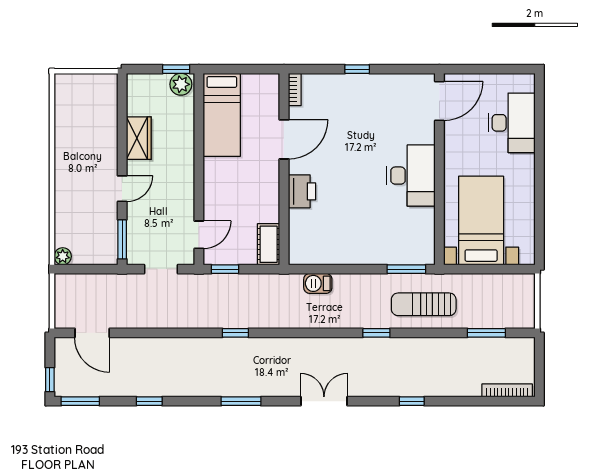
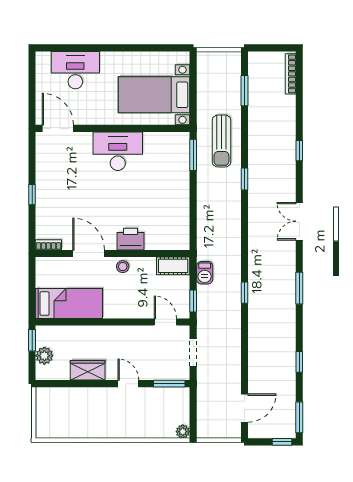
plant: (181, 84) -> (44, 356), moved
stool: (268, 182) -> (123, 267), added
barbecue: (318, 283) -> (205, 273), moved

